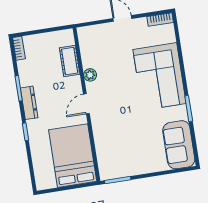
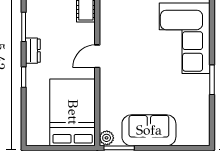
plant: (90, 75) -> (107, 138), moved
dresser: (29, 103) -> (33, 51), width x0.70
sofa: (179, 145) -> (149, 130), moved, turned 90

